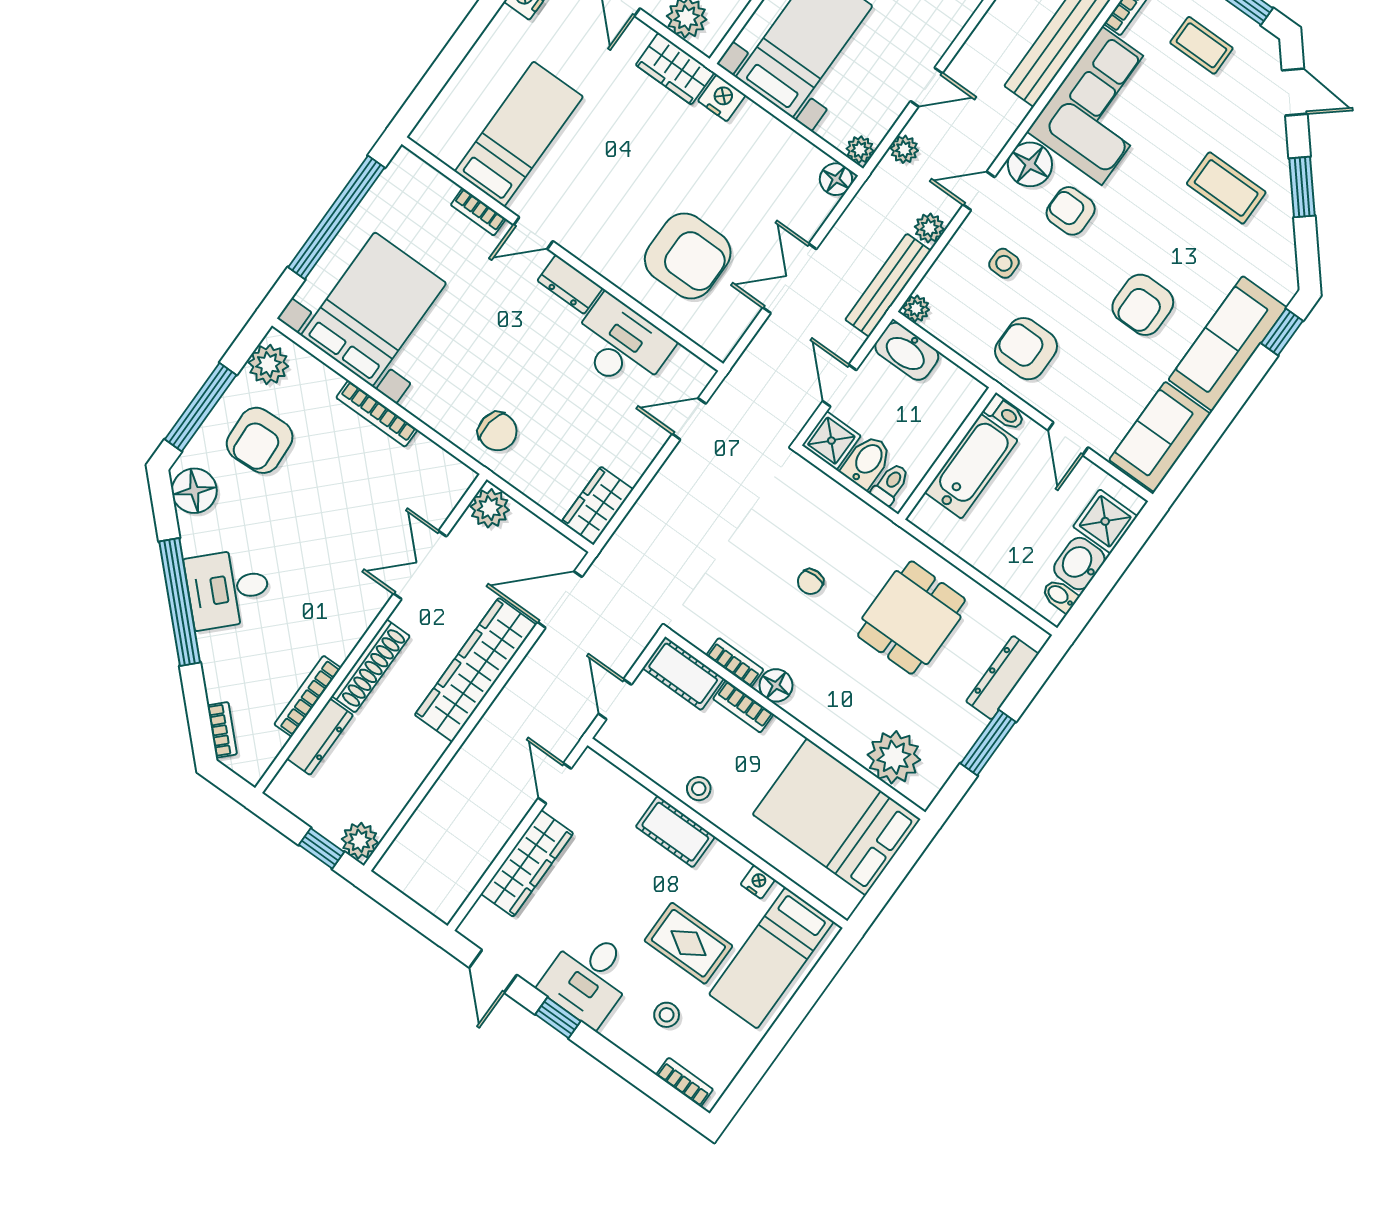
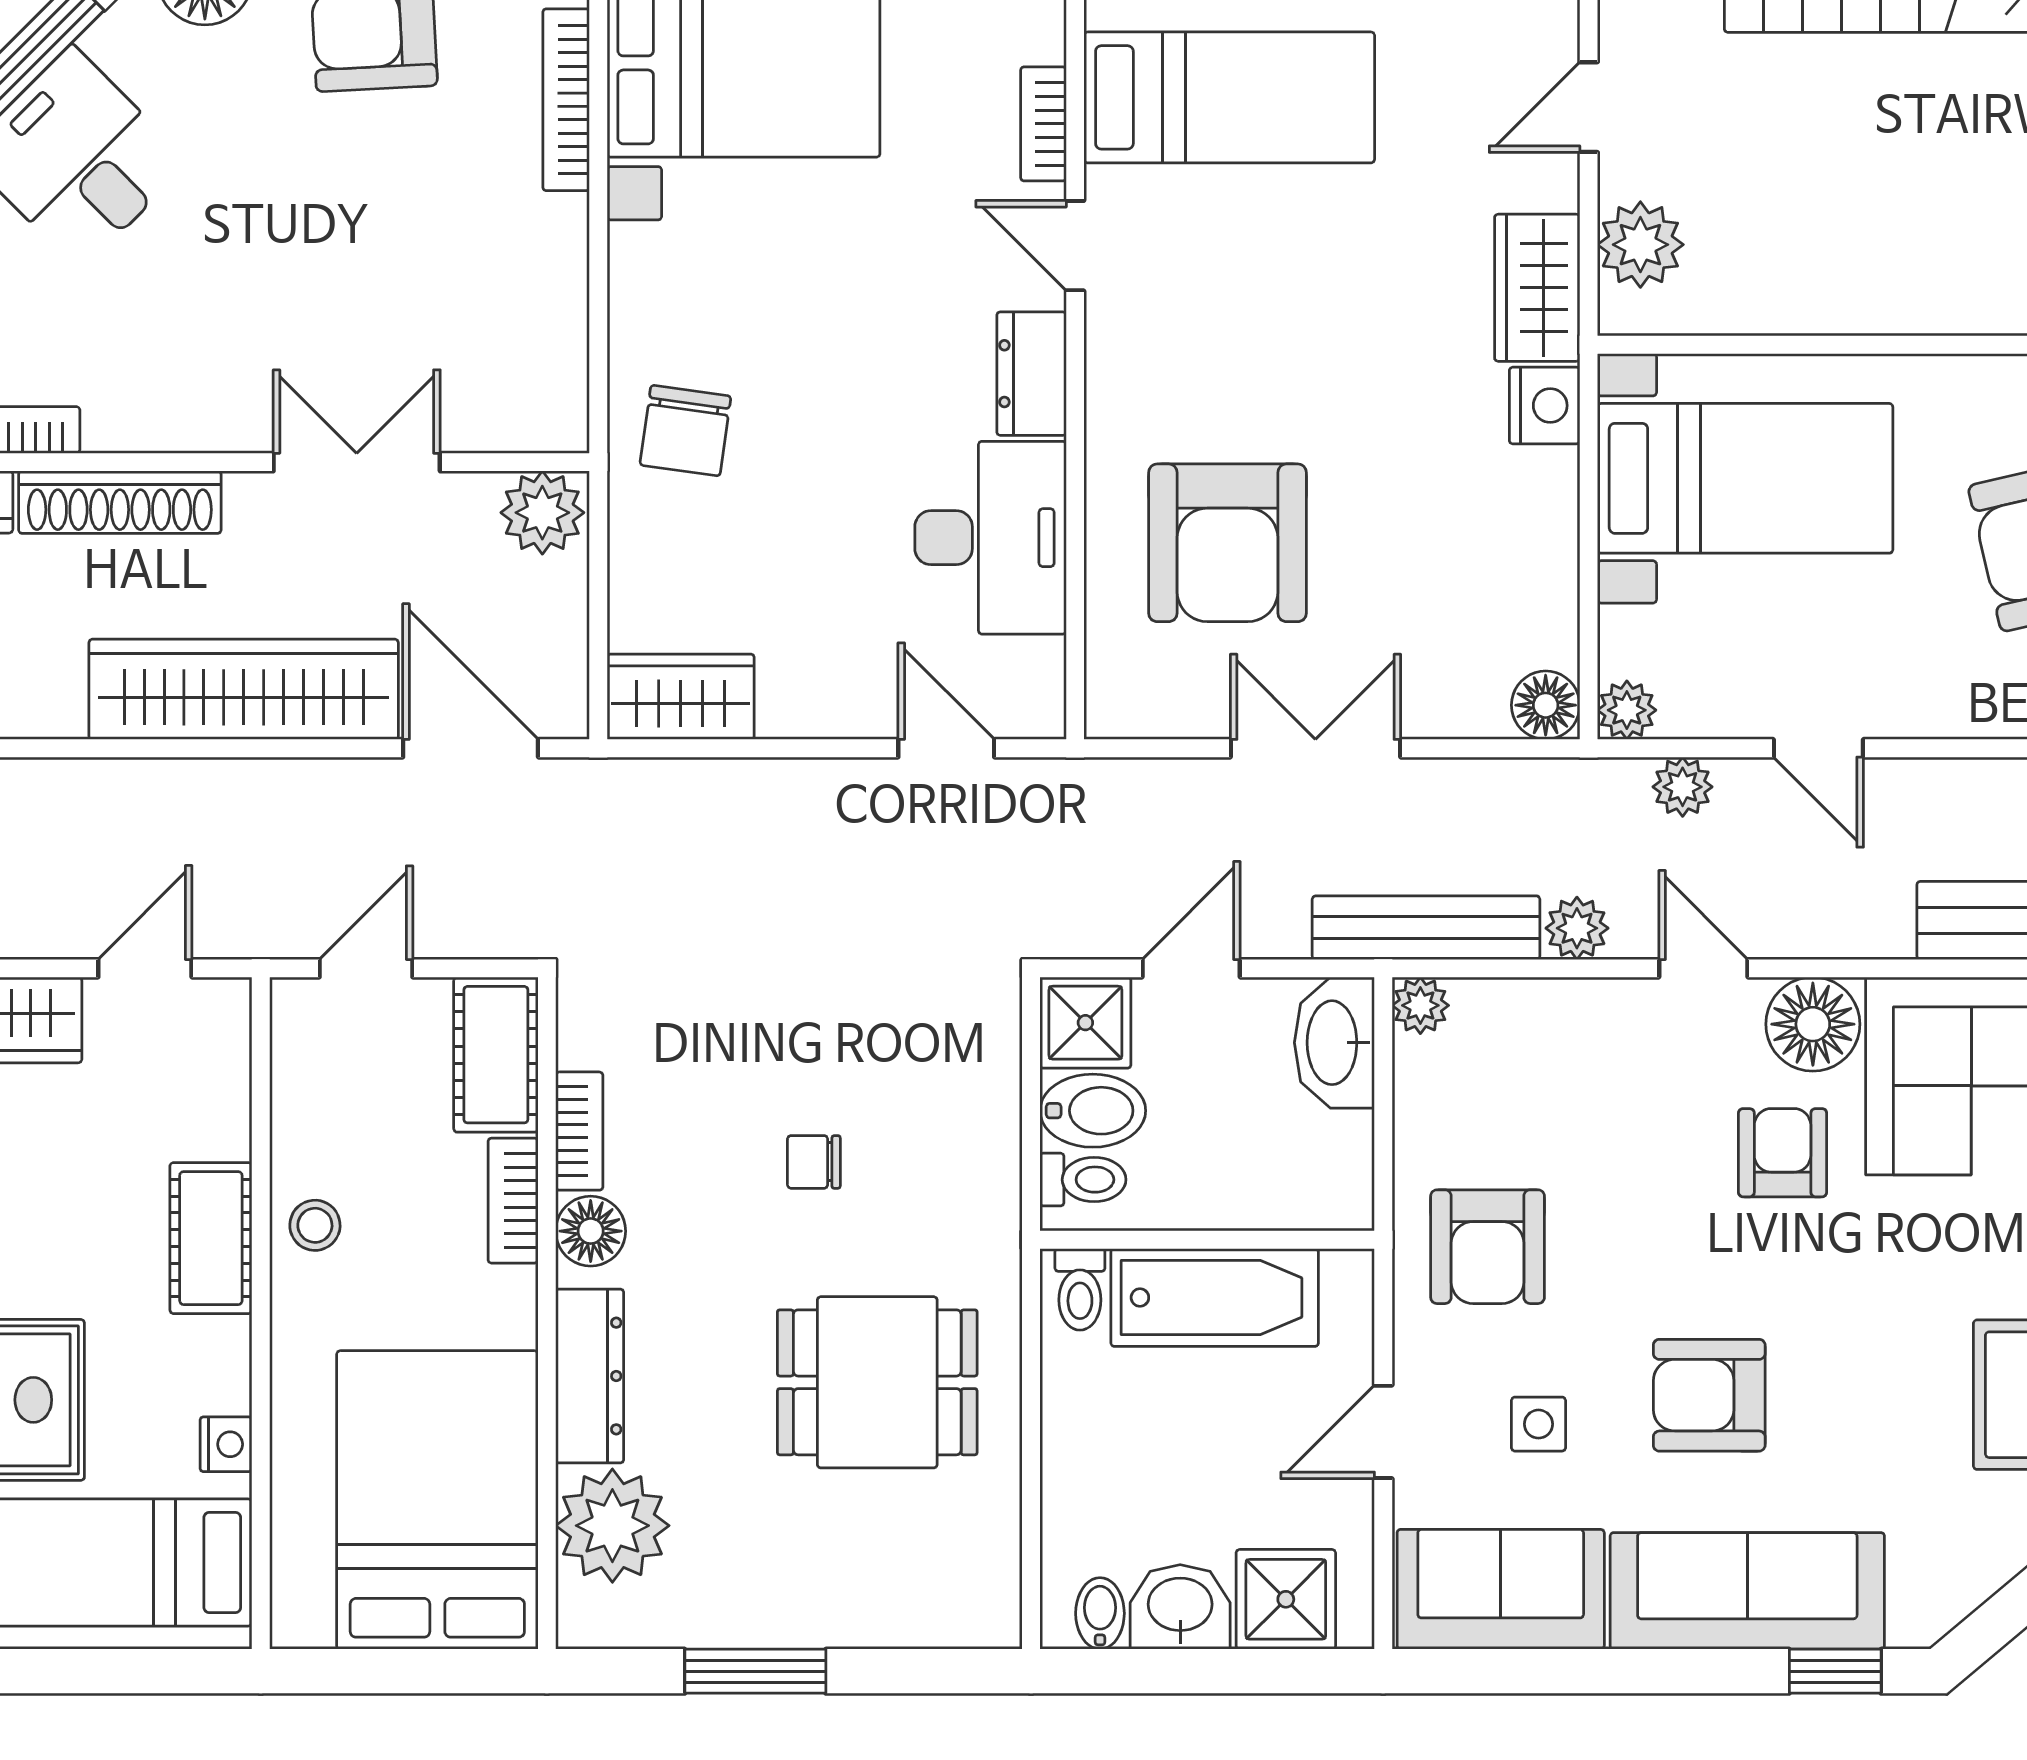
side table: (1004, 263) -> (1538, 1424), moved
armchair: (1026, 349) -> (1488, 1247), turned 180
toilet: (1005, 413) -> (1080, 1289), moved
bookcase: (377, 414) -> (566, 100), moved
dresser: (1002, 678) -> (590, 1376), moved, turned 90

